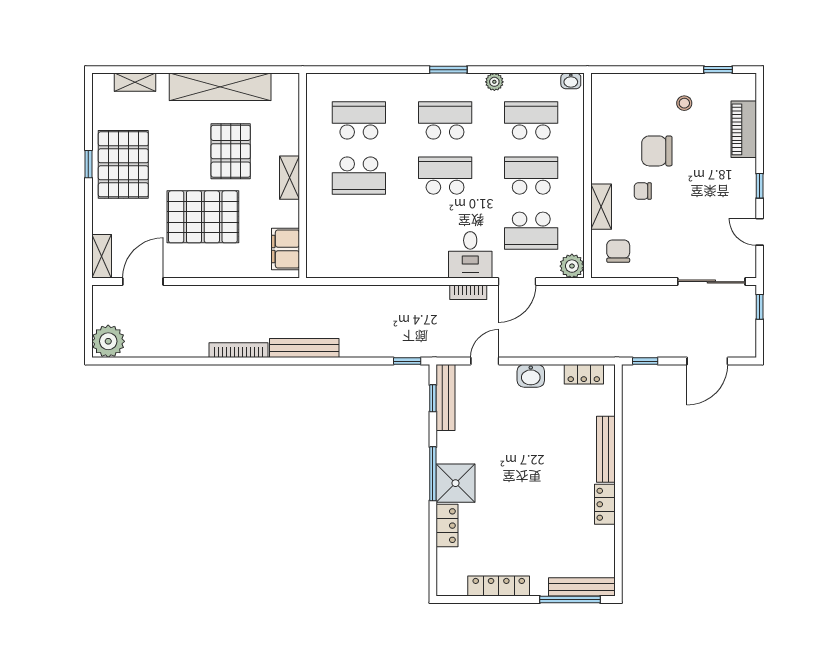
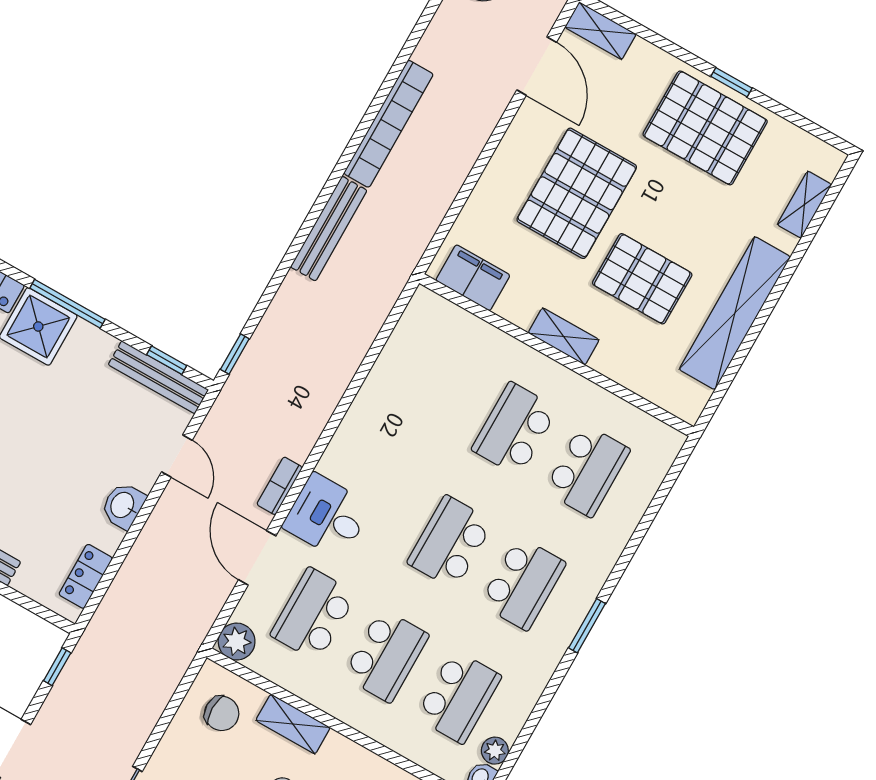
plant: (494, 82) -> (495, 751), moved
school desk: (445, 176) -> (450, 542), turned 180
bookcase: (238, 350) -> (389, 124), width x1.48, depth x1.31

